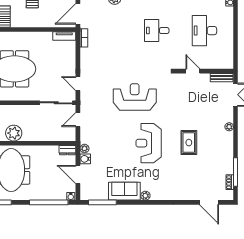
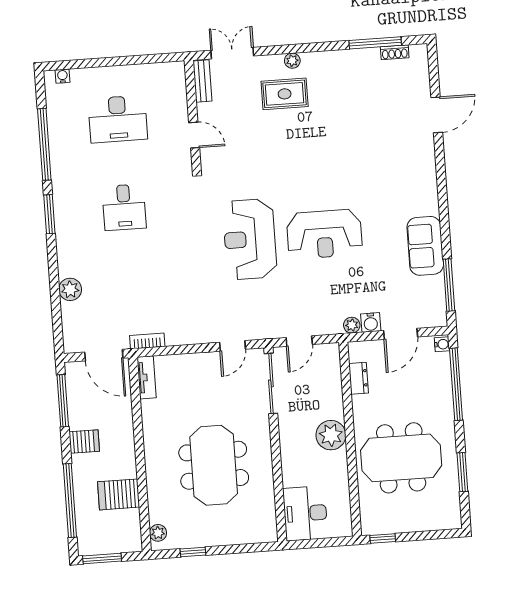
door: (193, 71) -> (194, 135), swing flipped
door: (78, 120) -> (299, 341), hinge flipped
plant: (14, 133) -> (331, 435), moved
reception desk: (149, 143) -> (324, 234), moved
rug: (189, 143) -> (285, 94), moved
dresser: (67, 150) -> (359, 378), moved
plant: (145, 196) -> (431, 206), removed
door: (209, 202) -> (437, 115), moved

